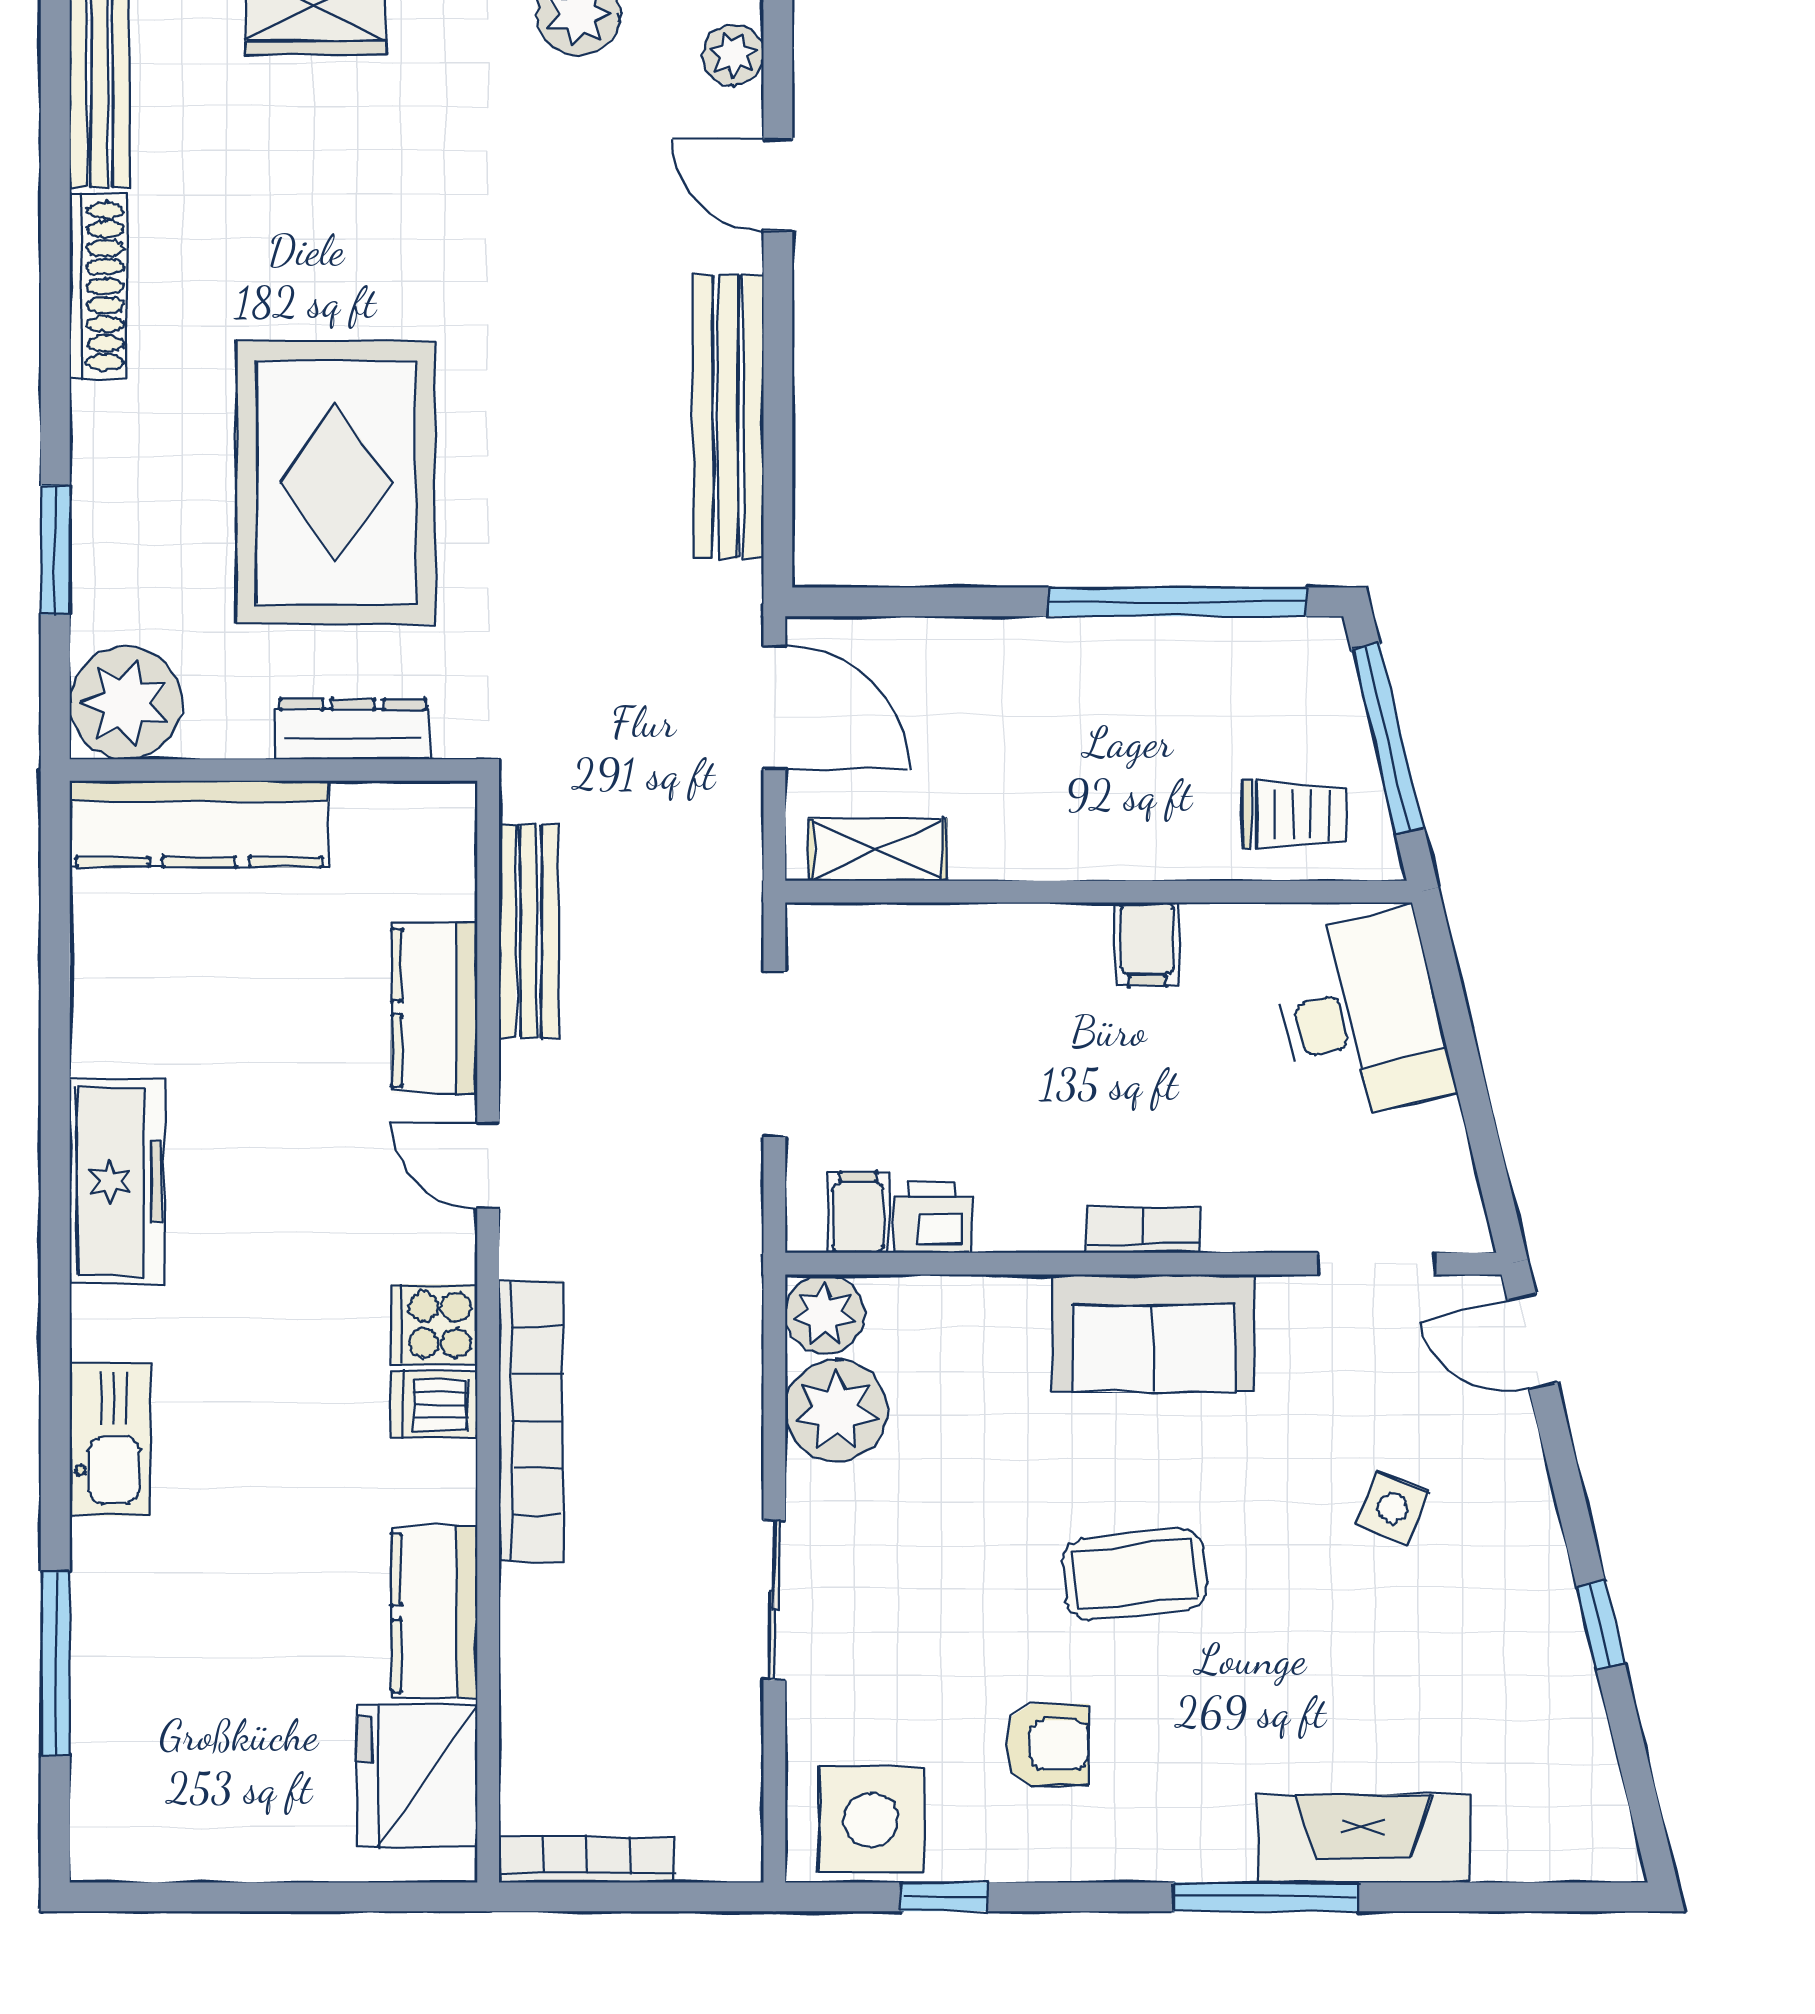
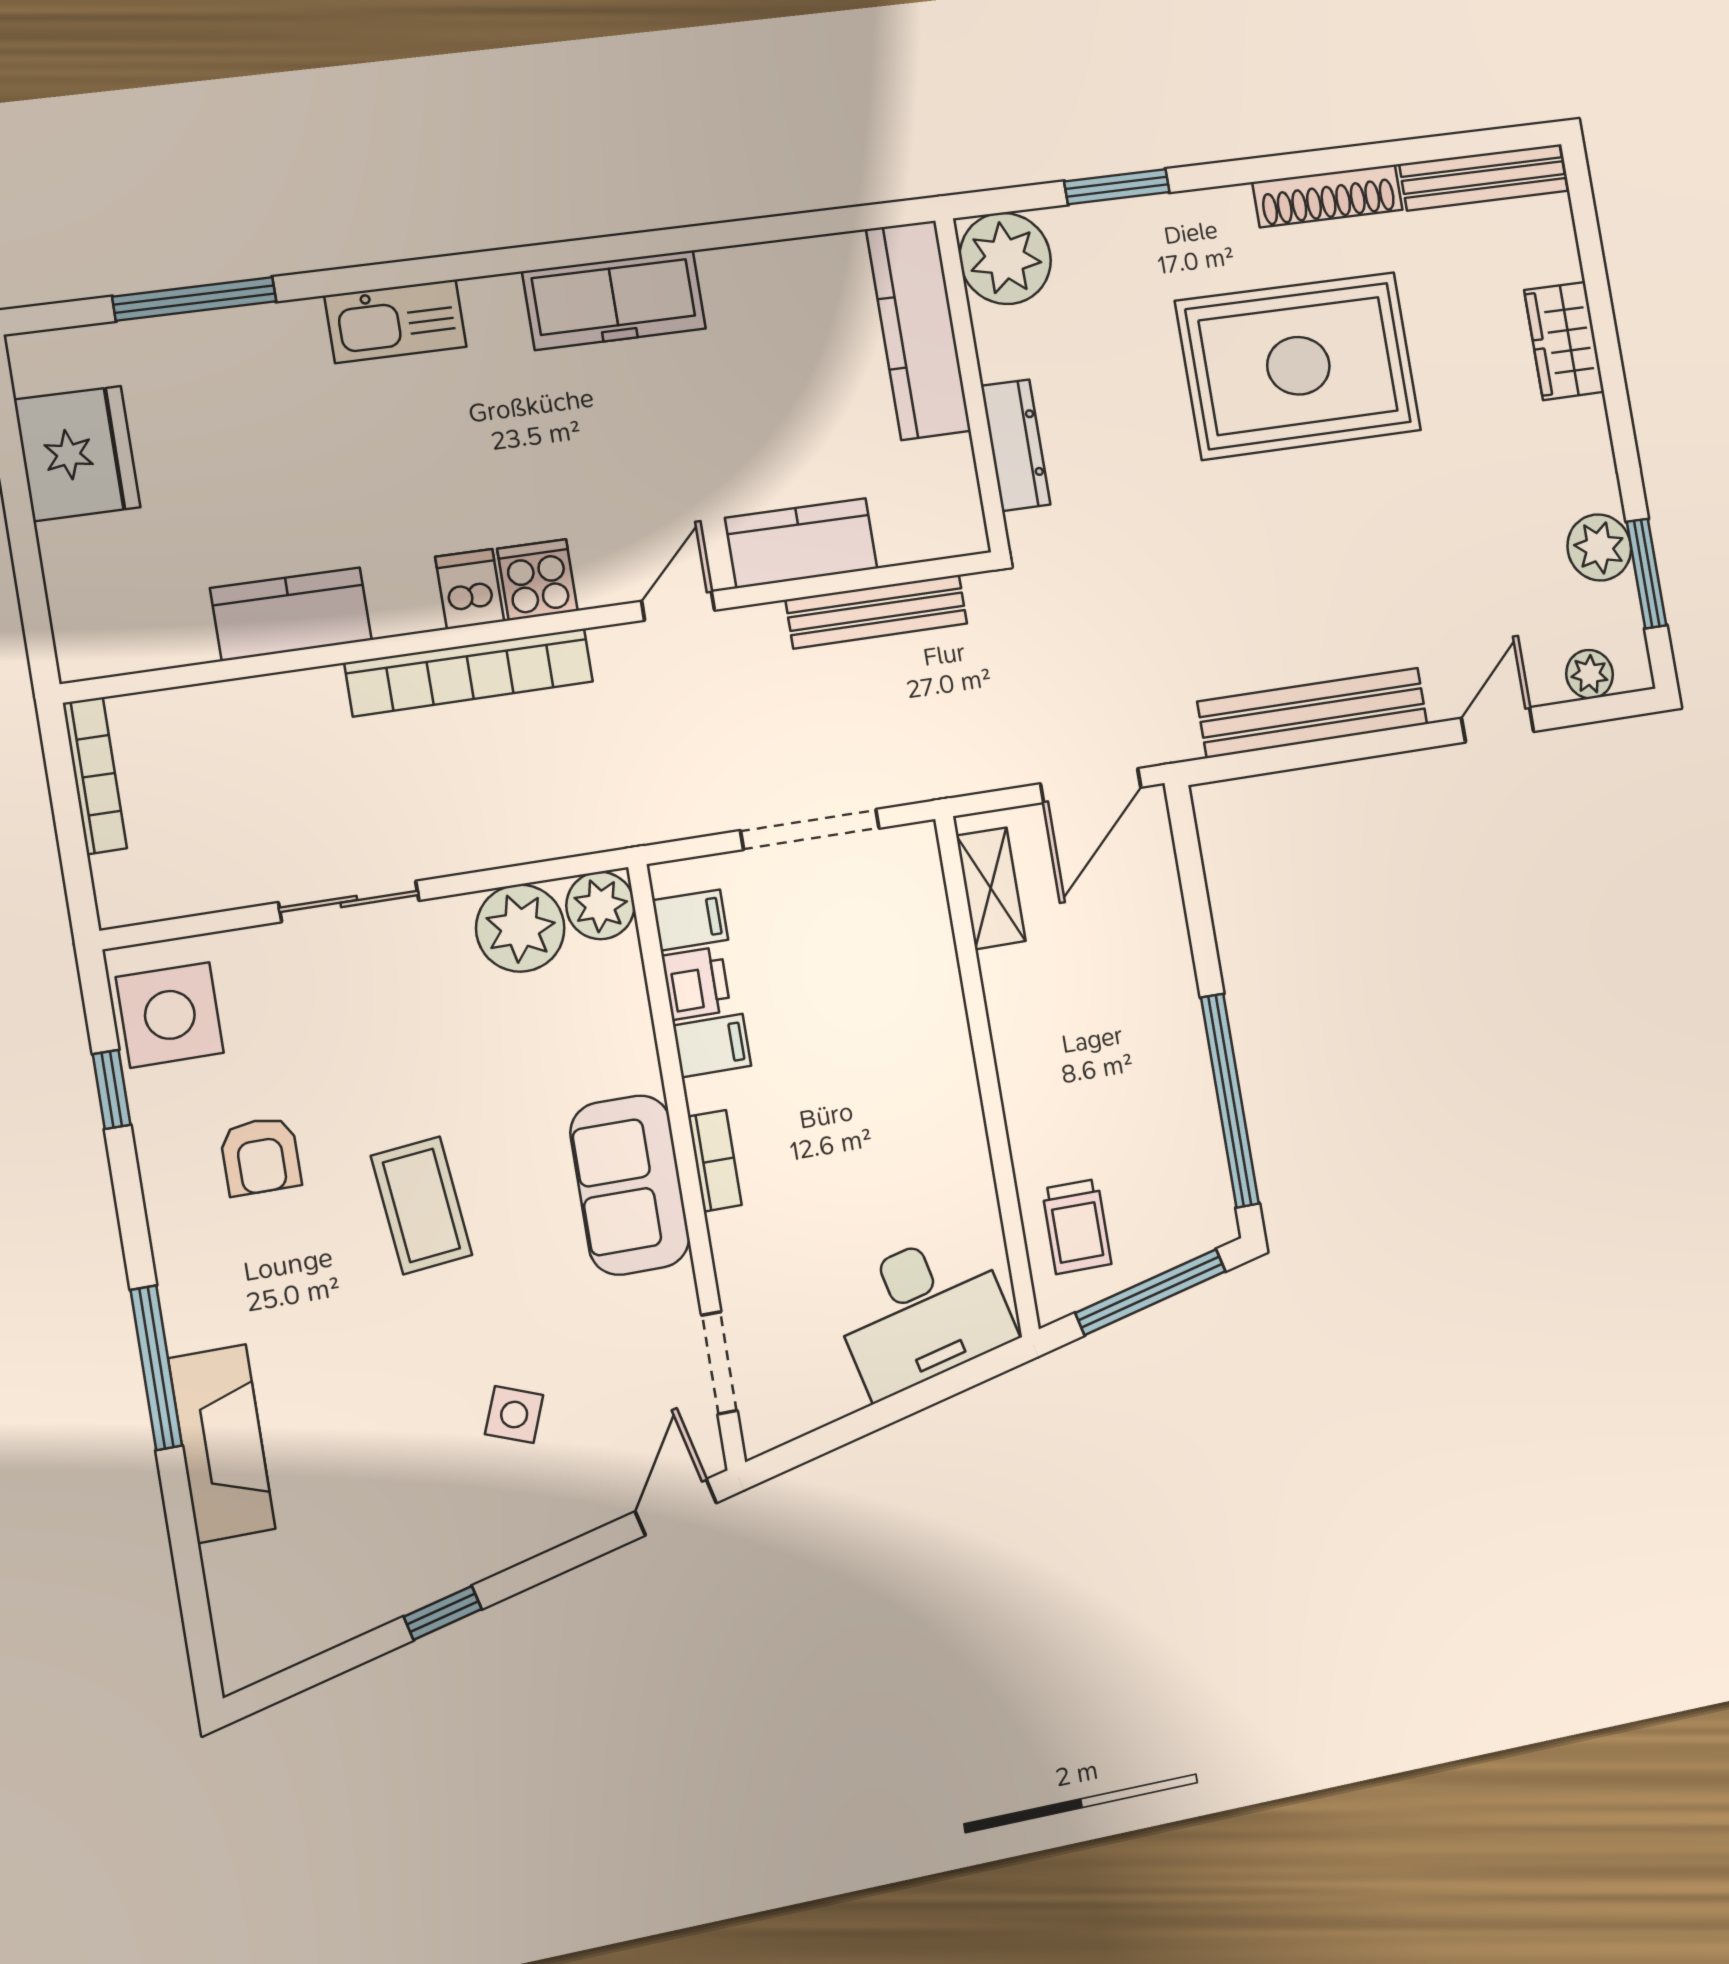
rug: (336, 482) -> (1298, 366), moved
filing cabinet: (1147, 944) -> (712, 1046), moved, turned 180
fridge: (417, 1776) -> (77, 454), moved, turned 90

